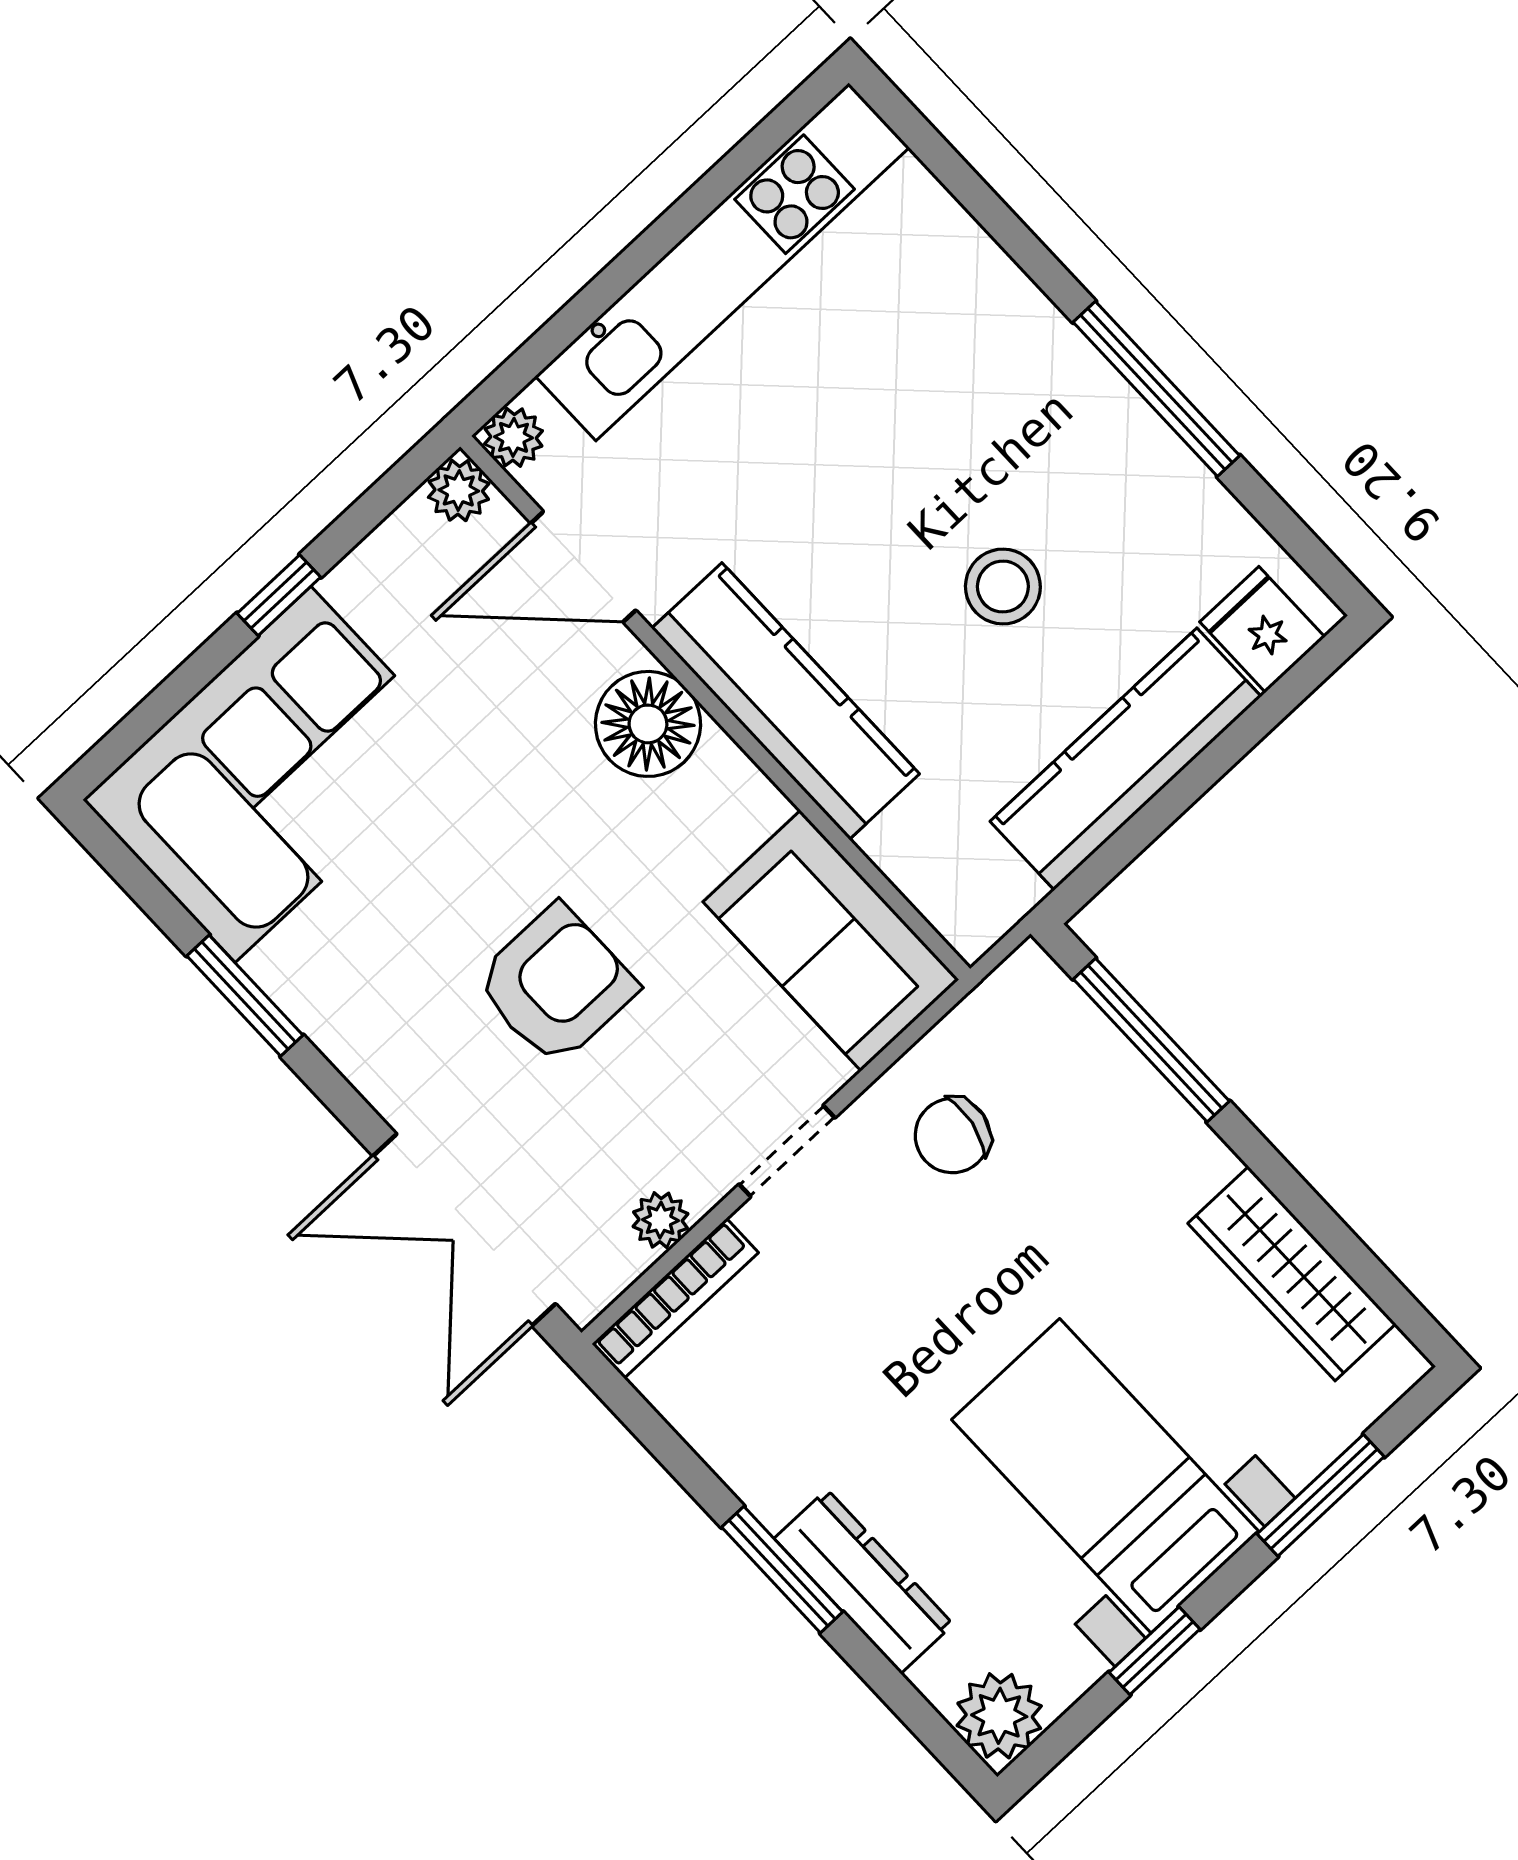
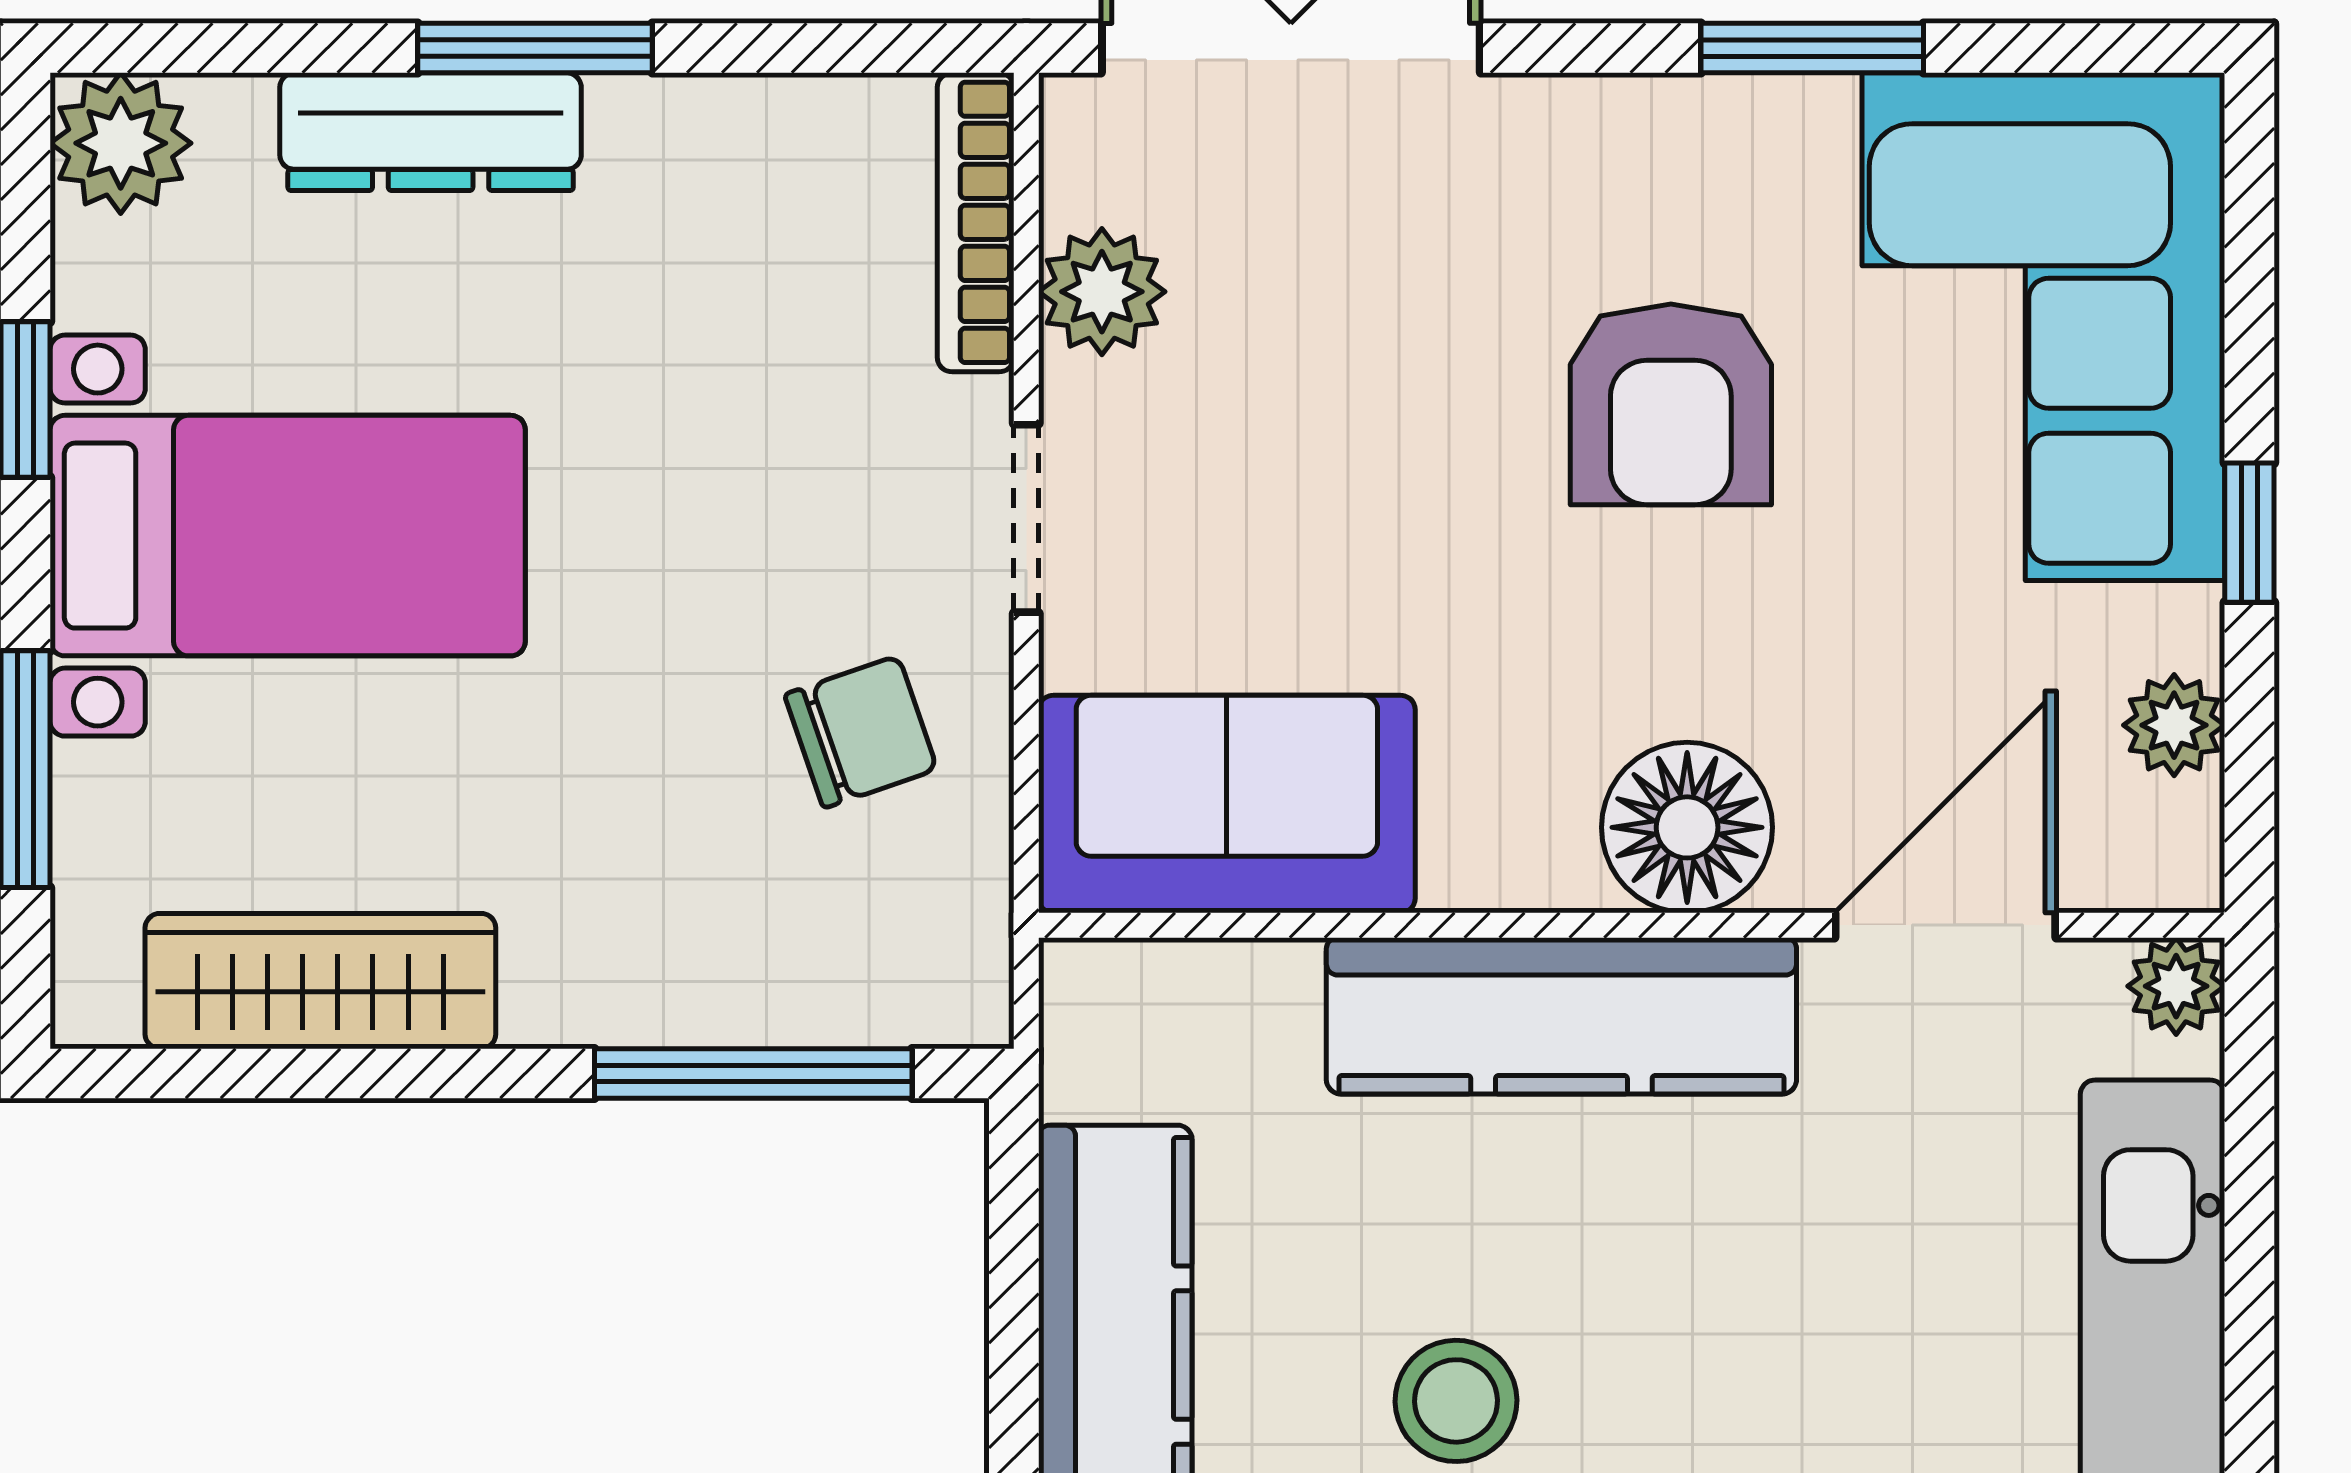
plant: (459, 490) -> (2174, 725), moved
armchair: (556, 985) -> (1671, 404), moved
chair: (953, 1136) -> (861, 732), turned 61
plant: (661, 1220) -> (1102, 292), width x1.38, depth x1.38

